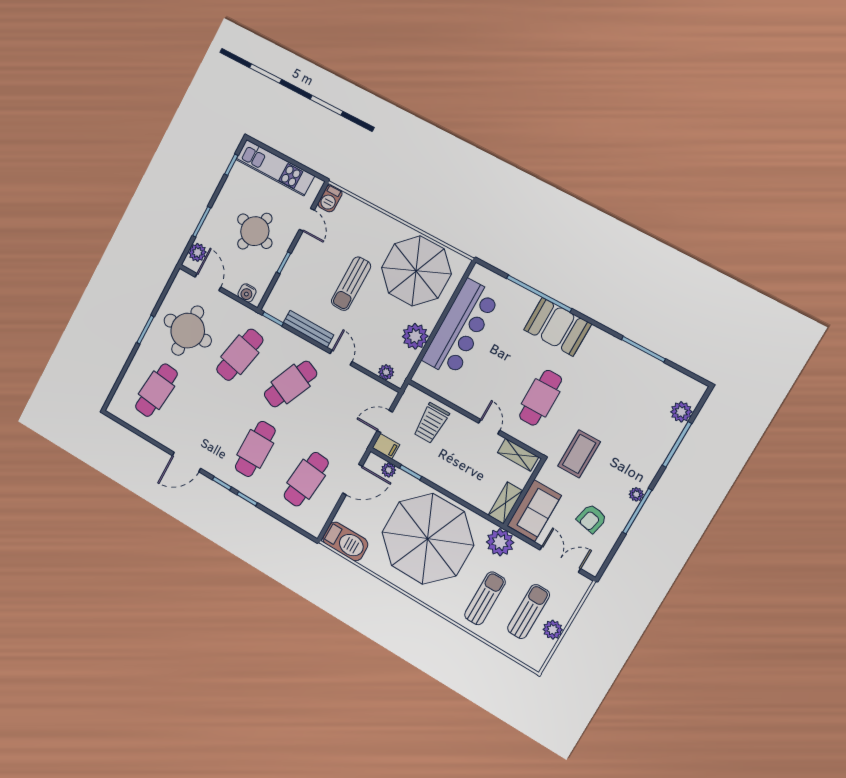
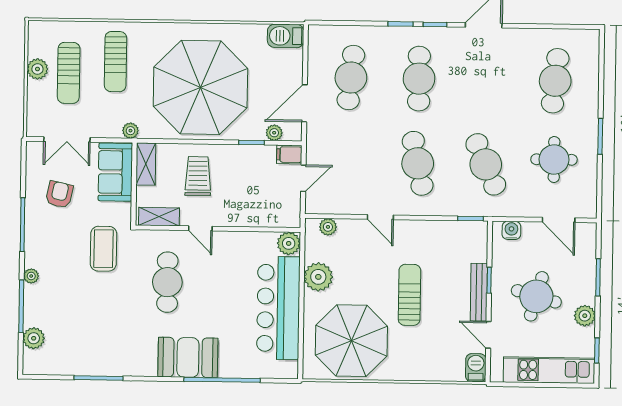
plant: (197, 252) -> (585, 316), moved
bench: (308, 329) -> (479, 292), moved, turned 90
round table: (188, 331) -> (554, 160), width x0.73, depth x0.73
cafe table: (240, 355) -> (486, 164), turned -36
plant: (424, 376) -> (289, 243), added
cafe table: (290, 384) -> (418, 163), turned -36
trolley: (431, 423) -> (198, 176), moved
plant: (636, 494) -> (31, 276), moved
barbecue: (345, 541) -> (286, 36), width x0.73, depth x0.83
plant: (500, 542) -> (130, 131), width x0.53, depth x0.53

